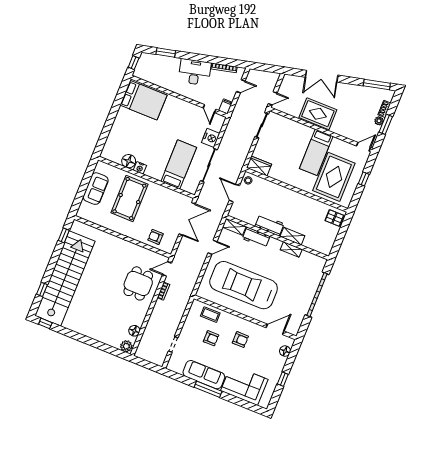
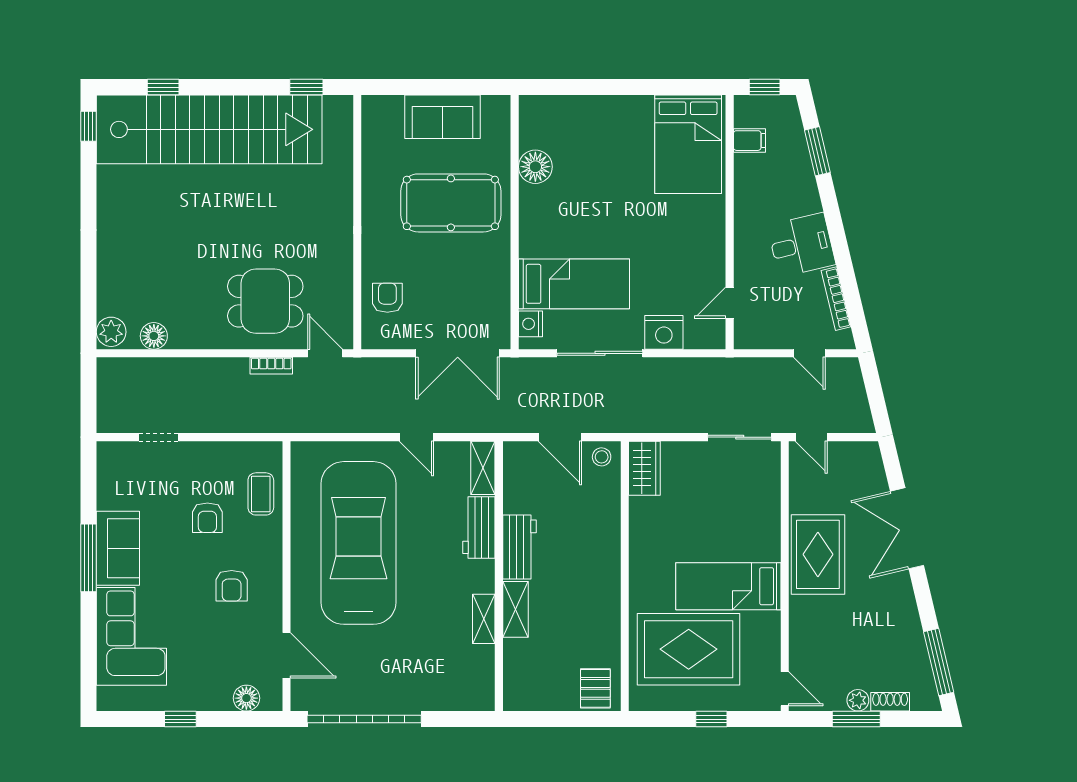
desk: (195, 72) -> (801, 245), width x0.73
filing cabinet: (226, 106) -> (749, 141), moved
nightstand: (140, 168) -> (530, 324), moved
door: (234, 193) -> (560, 437), swing flipped
garage door: (317, 295) -> (364, 719), moved
sofa: (204, 375) -> (118, 548), width x0.73

